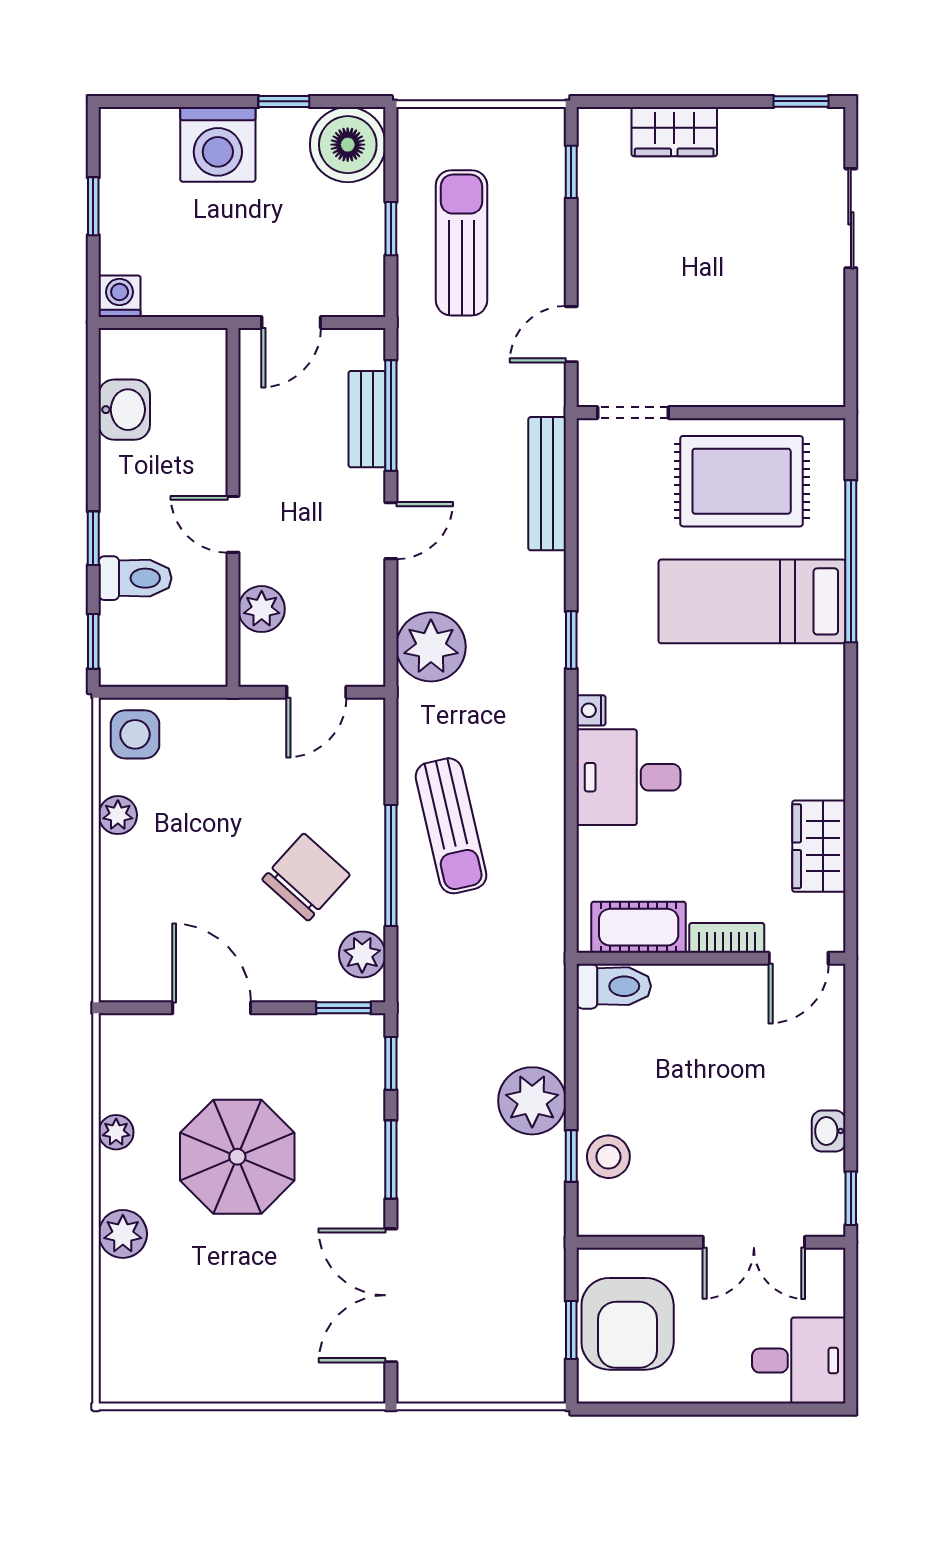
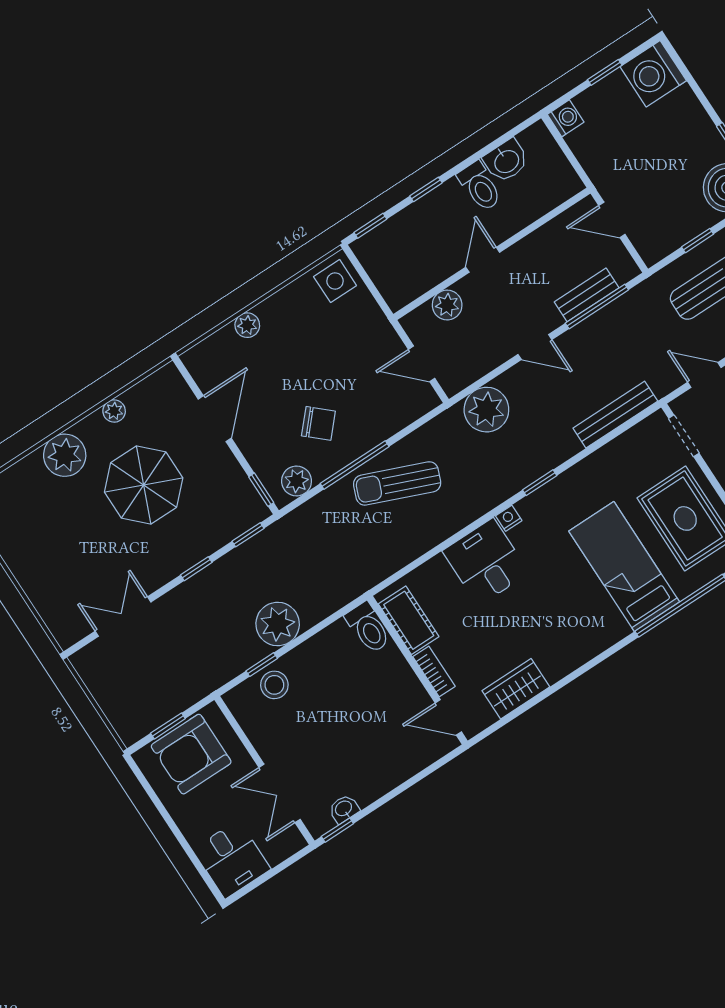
washing machine: (218, 144) -> (653, 74), moved
toilet: (135, 578) -> (480, 186), moved
plant: (118, 815) -> (247, 325), moved
sun lounger: (451, 826) -> (397, 483), turned 35
chair: (306, 877) -> (318, 423), width x0.73, depth x0.73
washbasin: (829, 1131) -> (344, 809), moved
window: (391, 1160) -> (196, 569), width x0.67
plant: (123, 1234) -> (65, 455), width x1.36, depth x1.36
double door: (391, 1295) -> (123, 617), width x0.73

